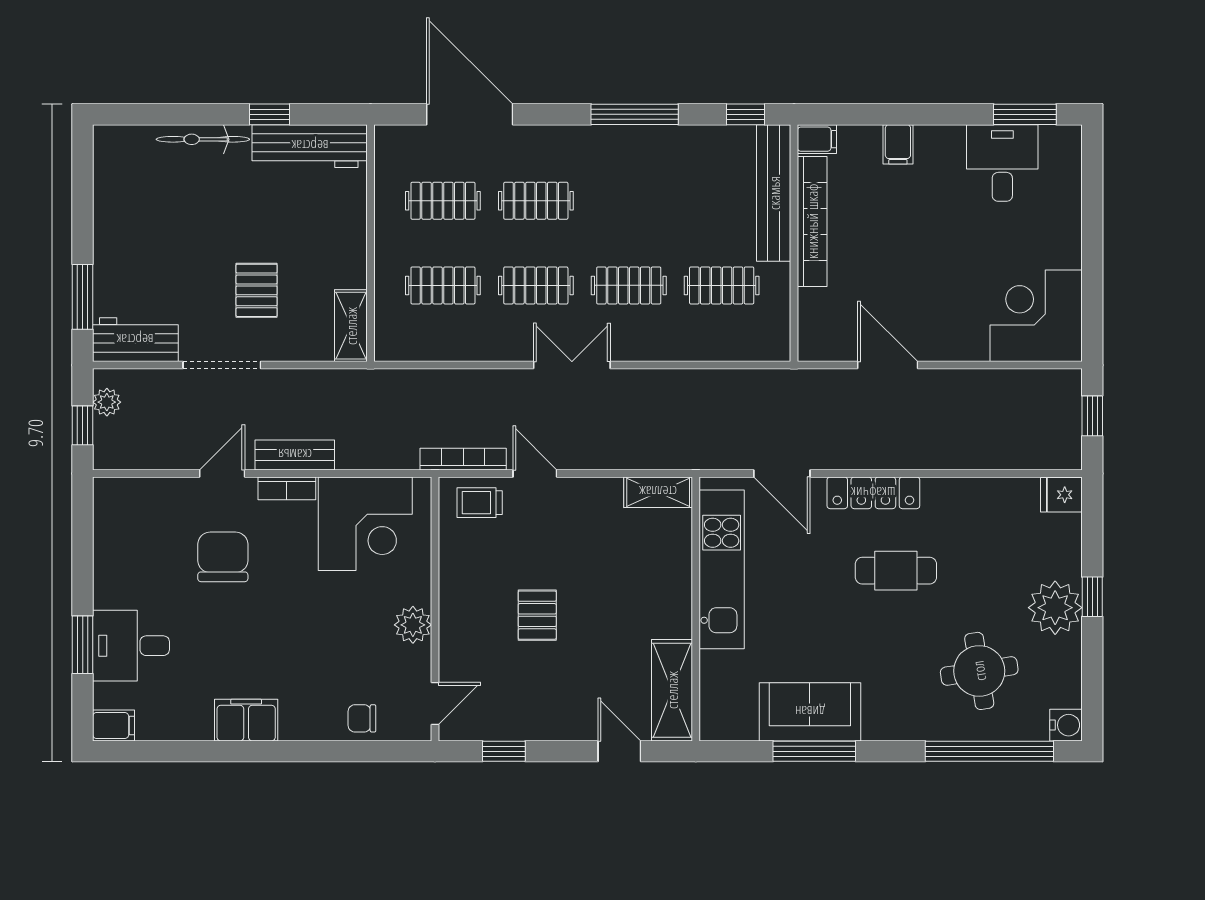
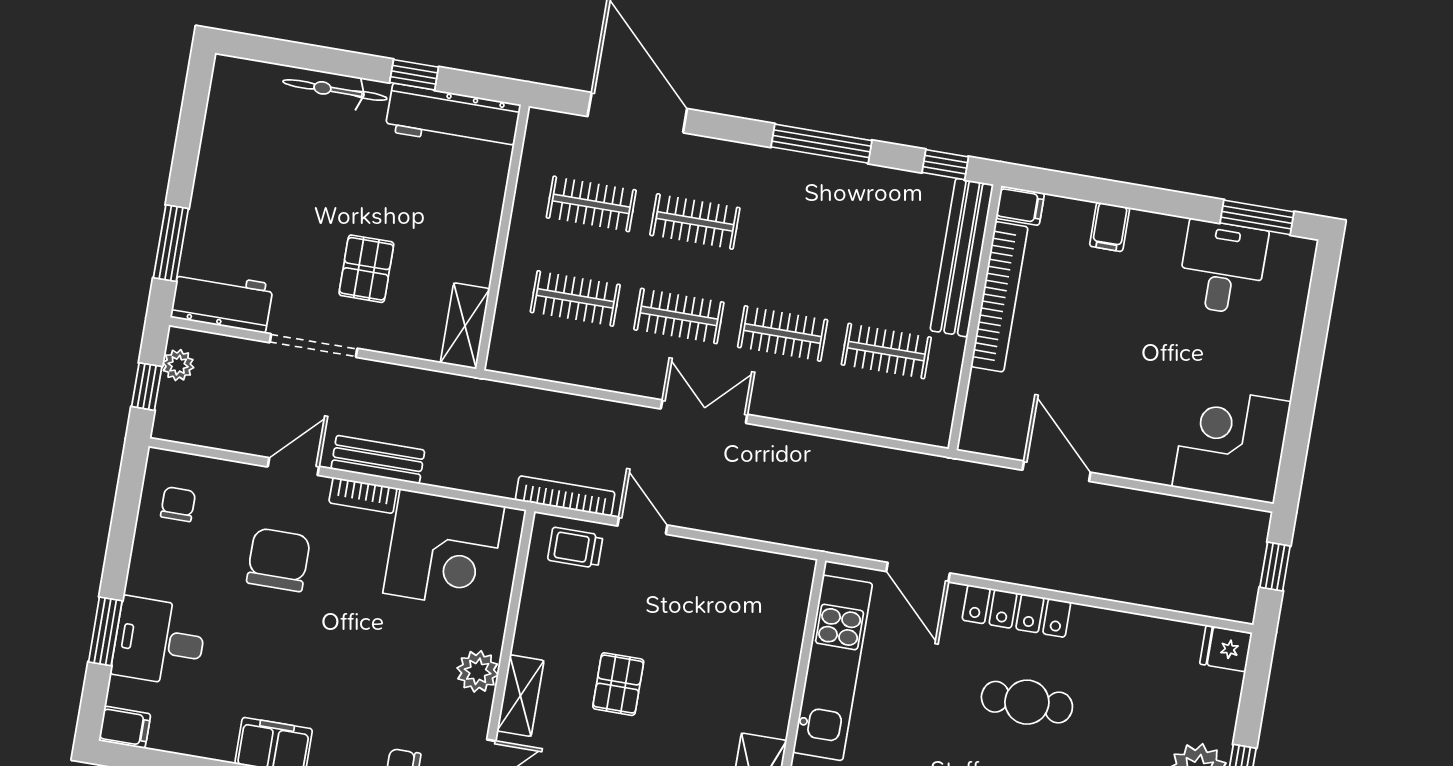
shelving: (658, 492) -> (520, 696), moved, turned 90
chair: (127, 523) -> (178, 504), added

